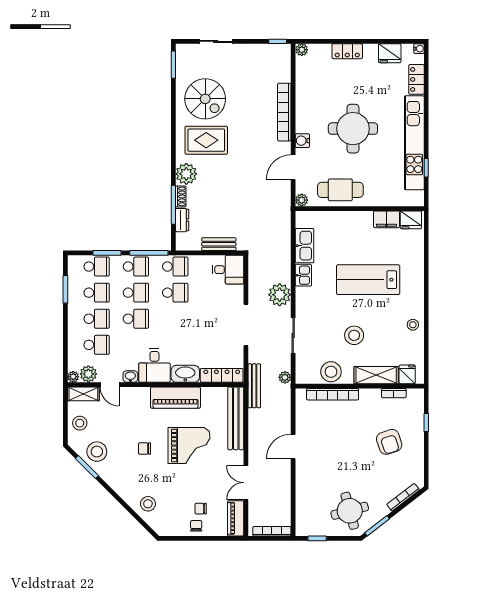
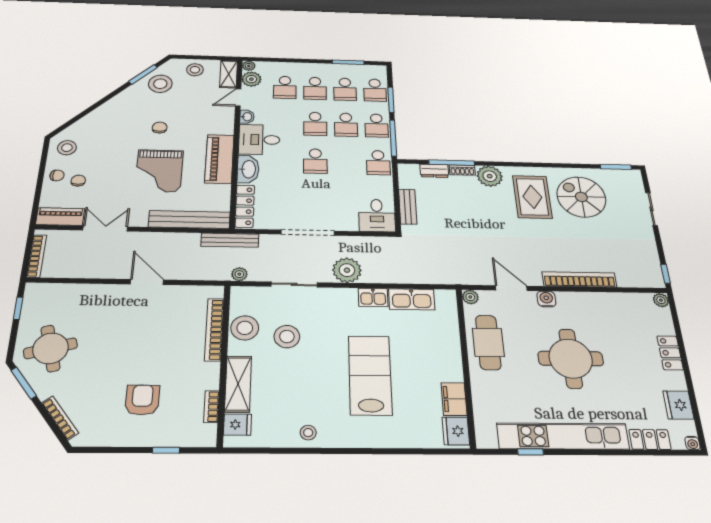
spiral stairs: (205, 99) -> (581, 197), turned 90
school desk: (175, 293) -> (315, 161), moved
stool: (354, 335) -> (287, 337), moved
armchair: (389, 442) -> (142, 400), turned 108
stool: (148, 504) -> (67, 148), moved

